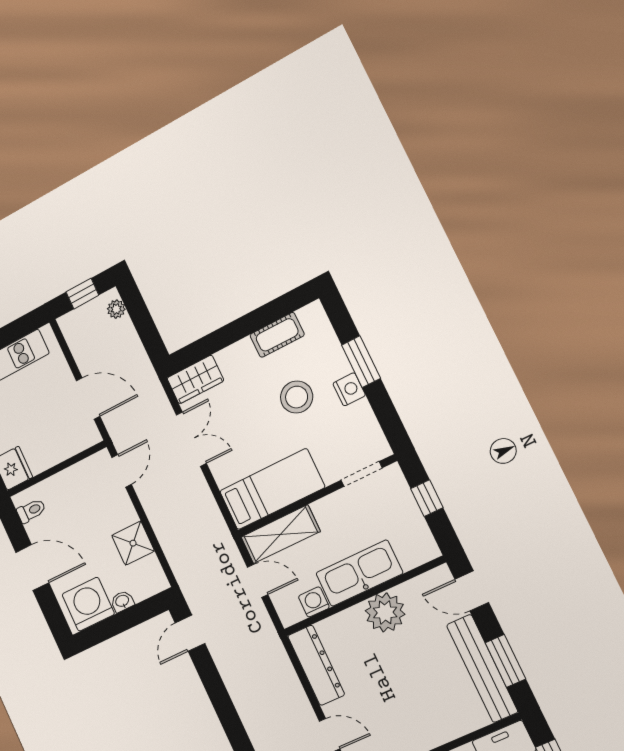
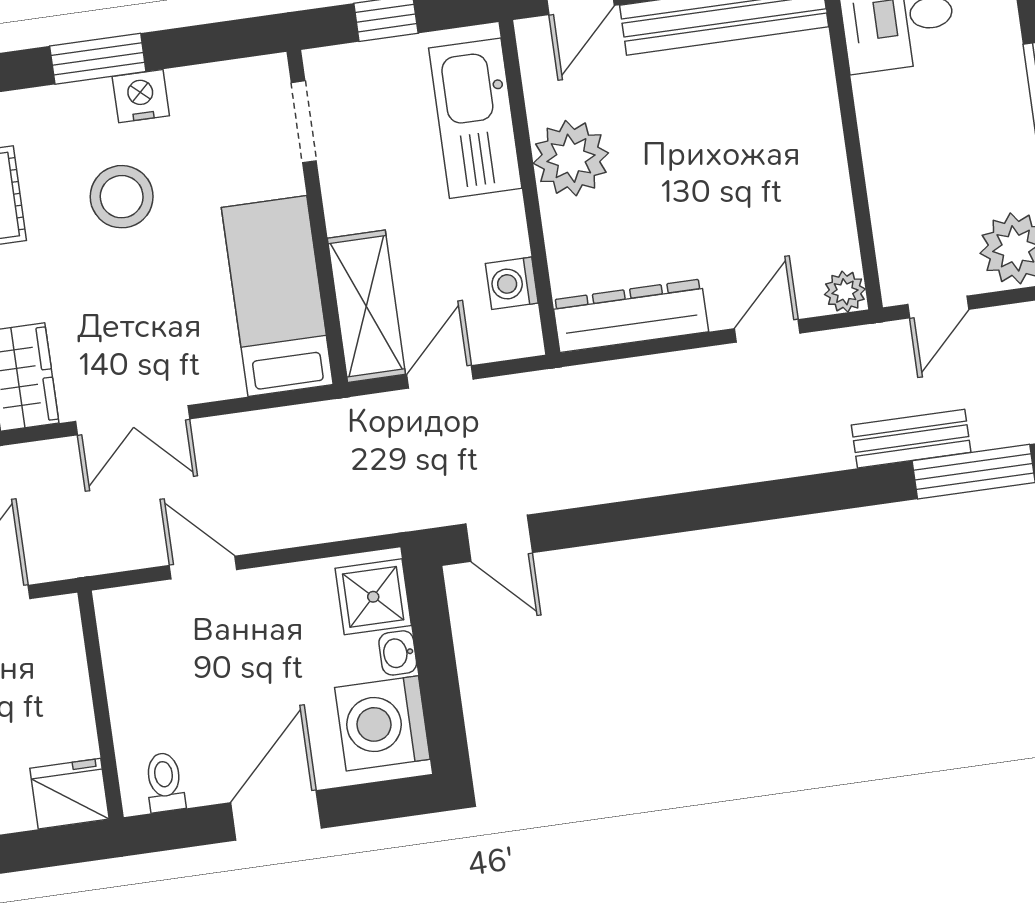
double door: (191, 439) -> (133, 420), swing flipped
door: (122, 471) -> (203, 568), moved
shower: (133, 543) -> (373, 597), moved
kitchen sink: (359, 573) -> (475, 118), moved

